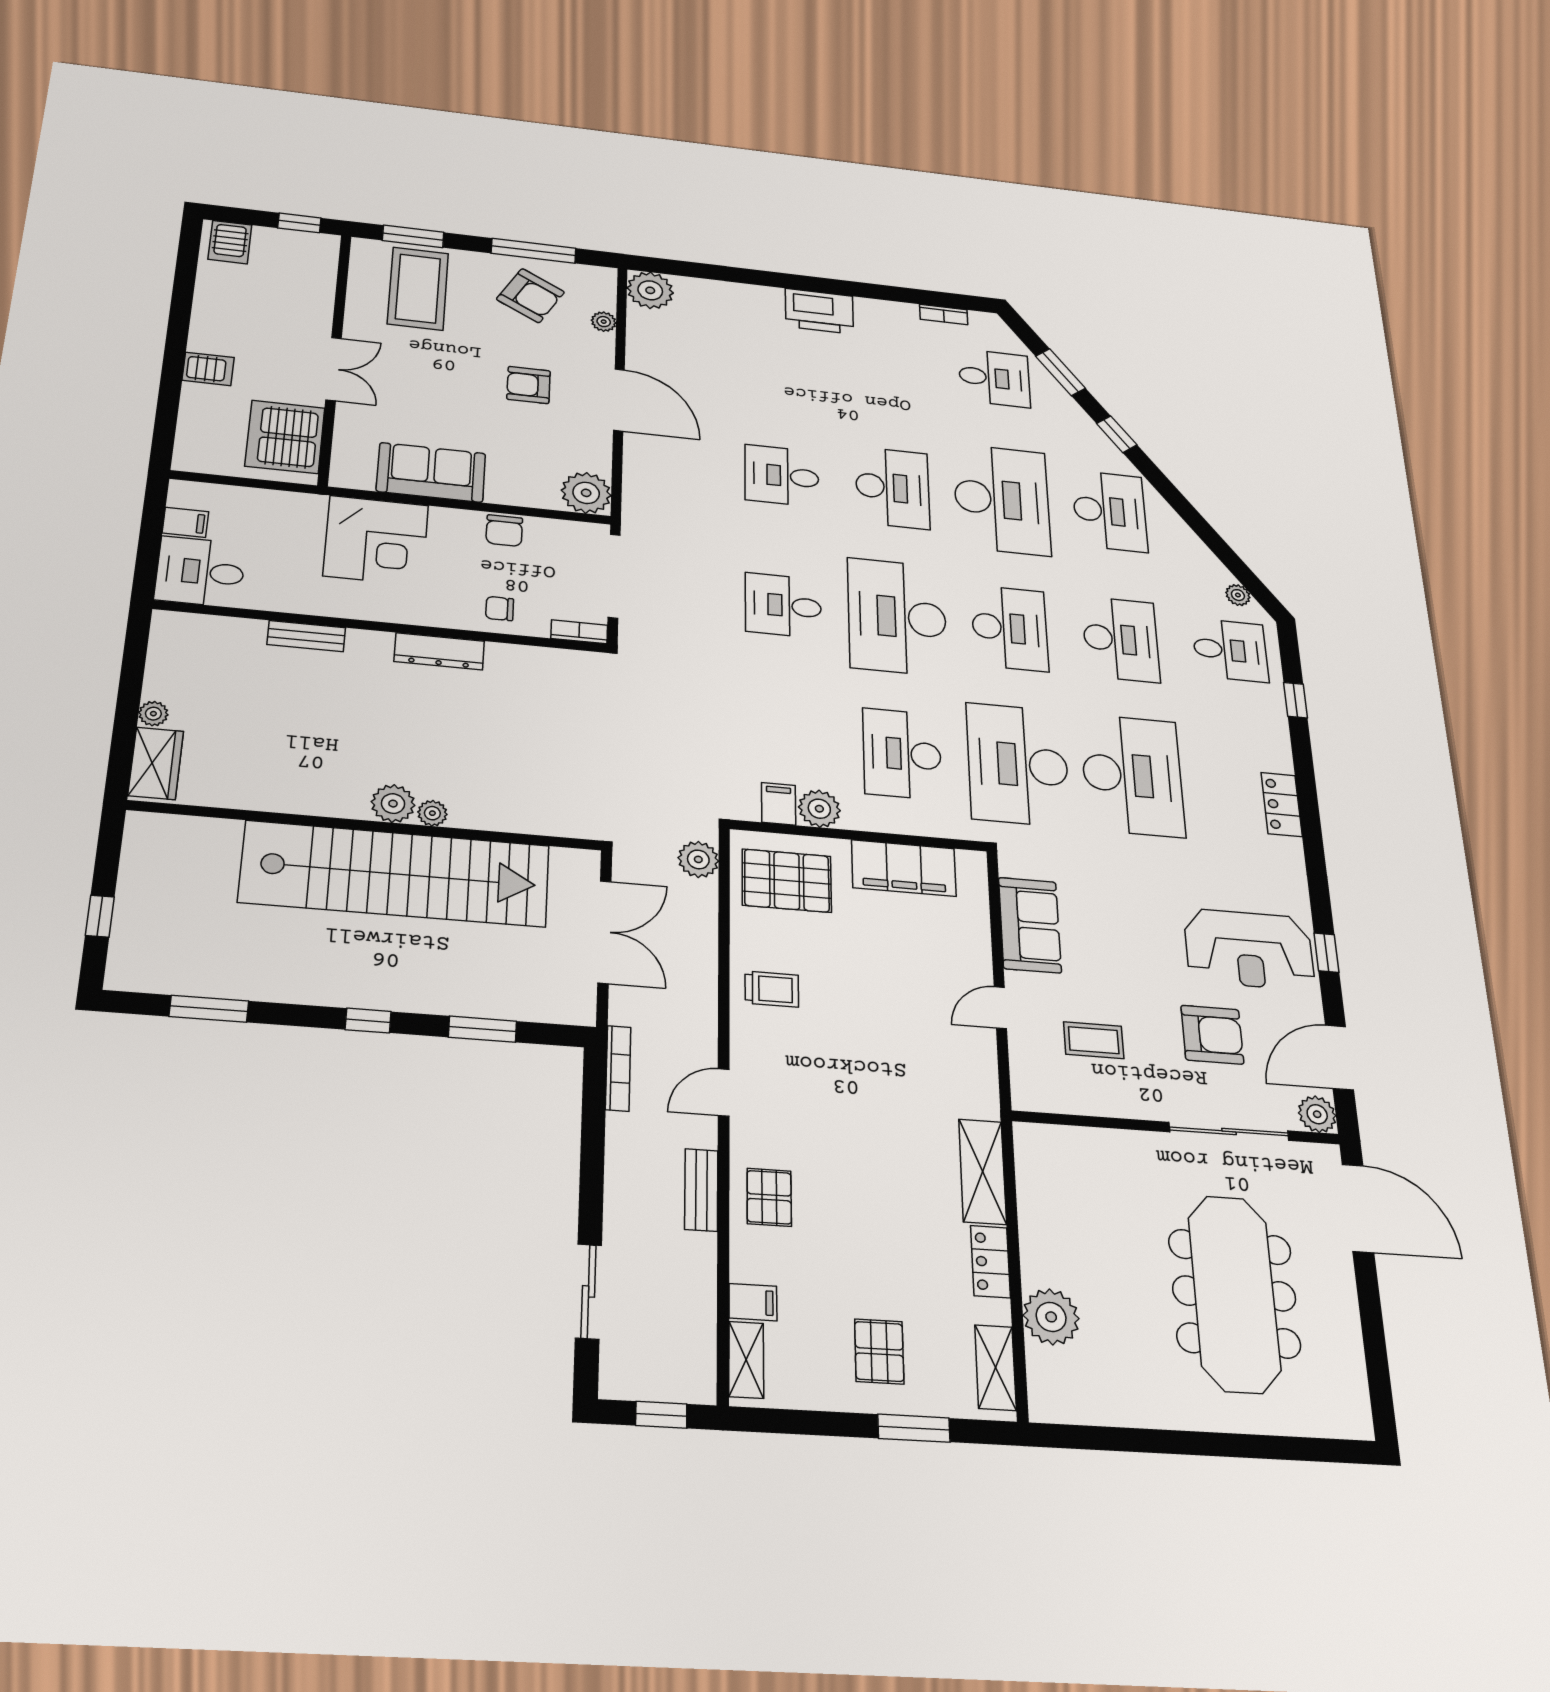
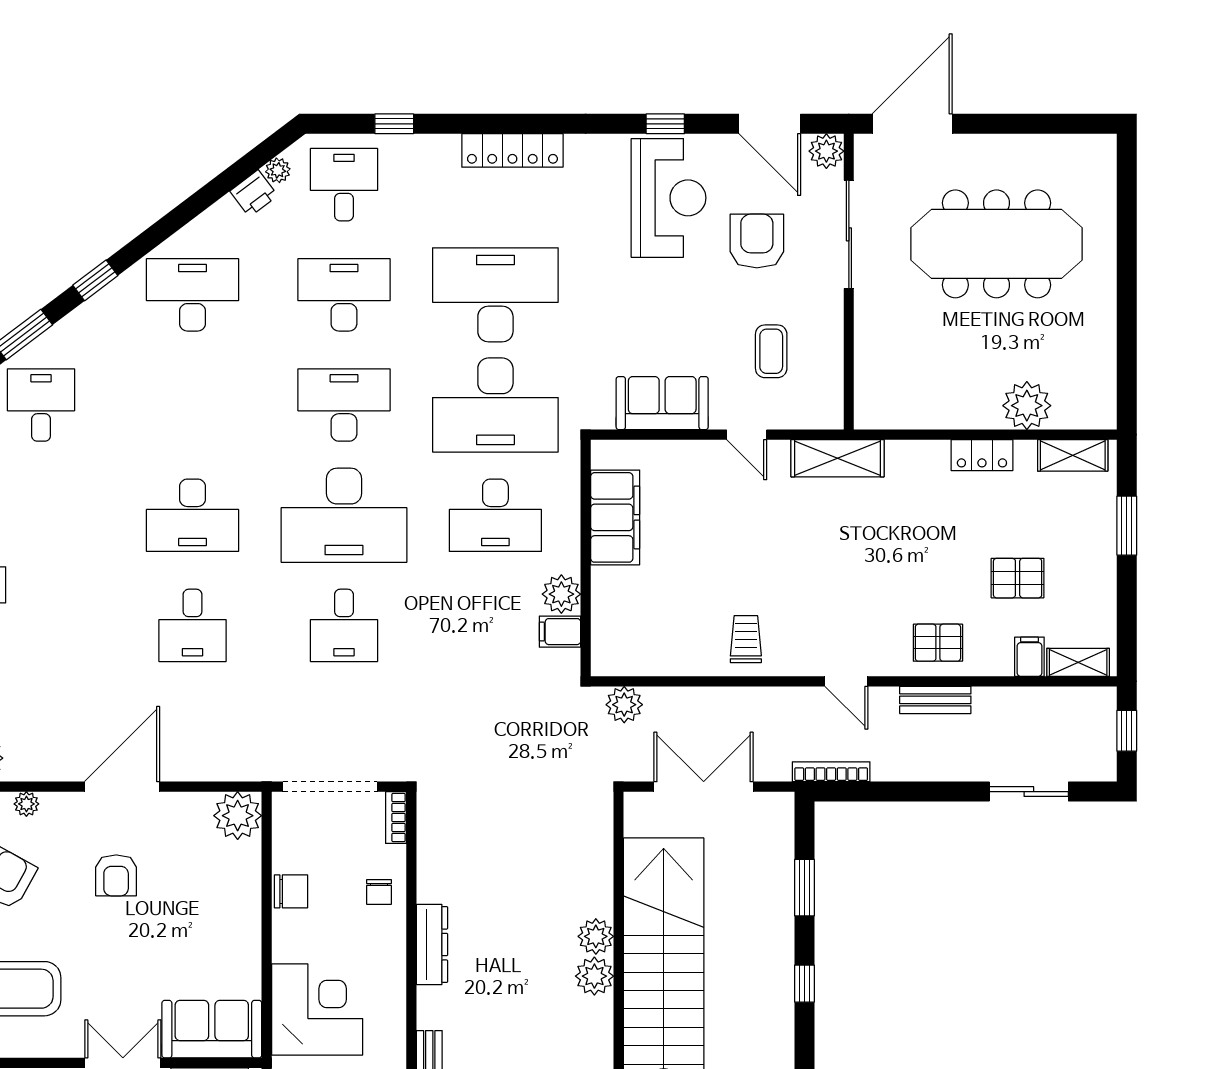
sofa: (431, 472) -> (212, 1029), moved, turned 90
desk: (892, 488) -> (193, 515), turned 180
desk: (1002, 499) -> (193, 405), removed
printer: (1213, 572) -> (254, 193), added
locker: (1282, 804) -> (512, 150), width x1.53
plant: (432, 813) -> (596, 936), width x1.38, depth x1.38
pallet: (787, 881) -> (638, 625), removed
shelving: (982, 1172) -> (838, 458), moved
pallet: (879, 1351) -> (1018, 578), moved

